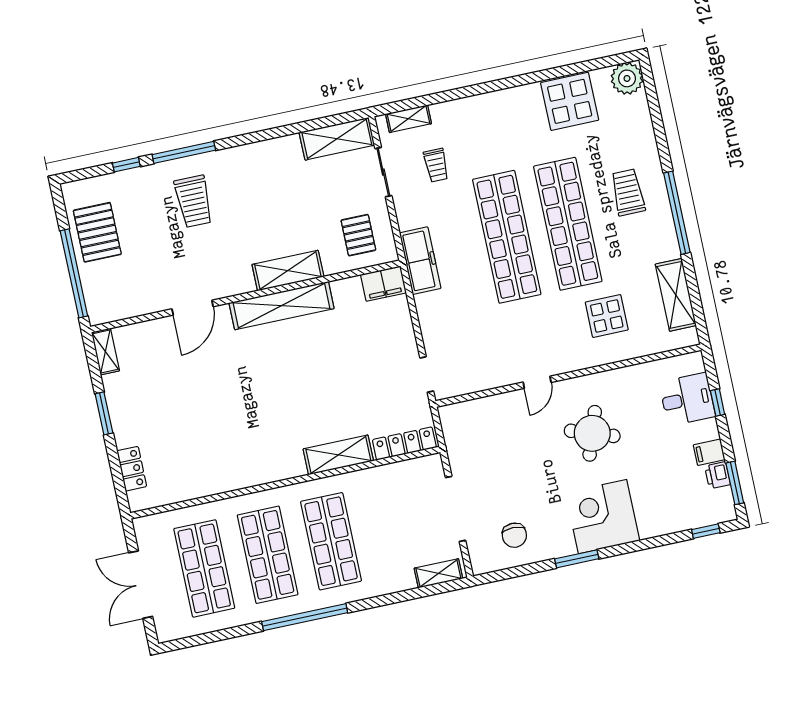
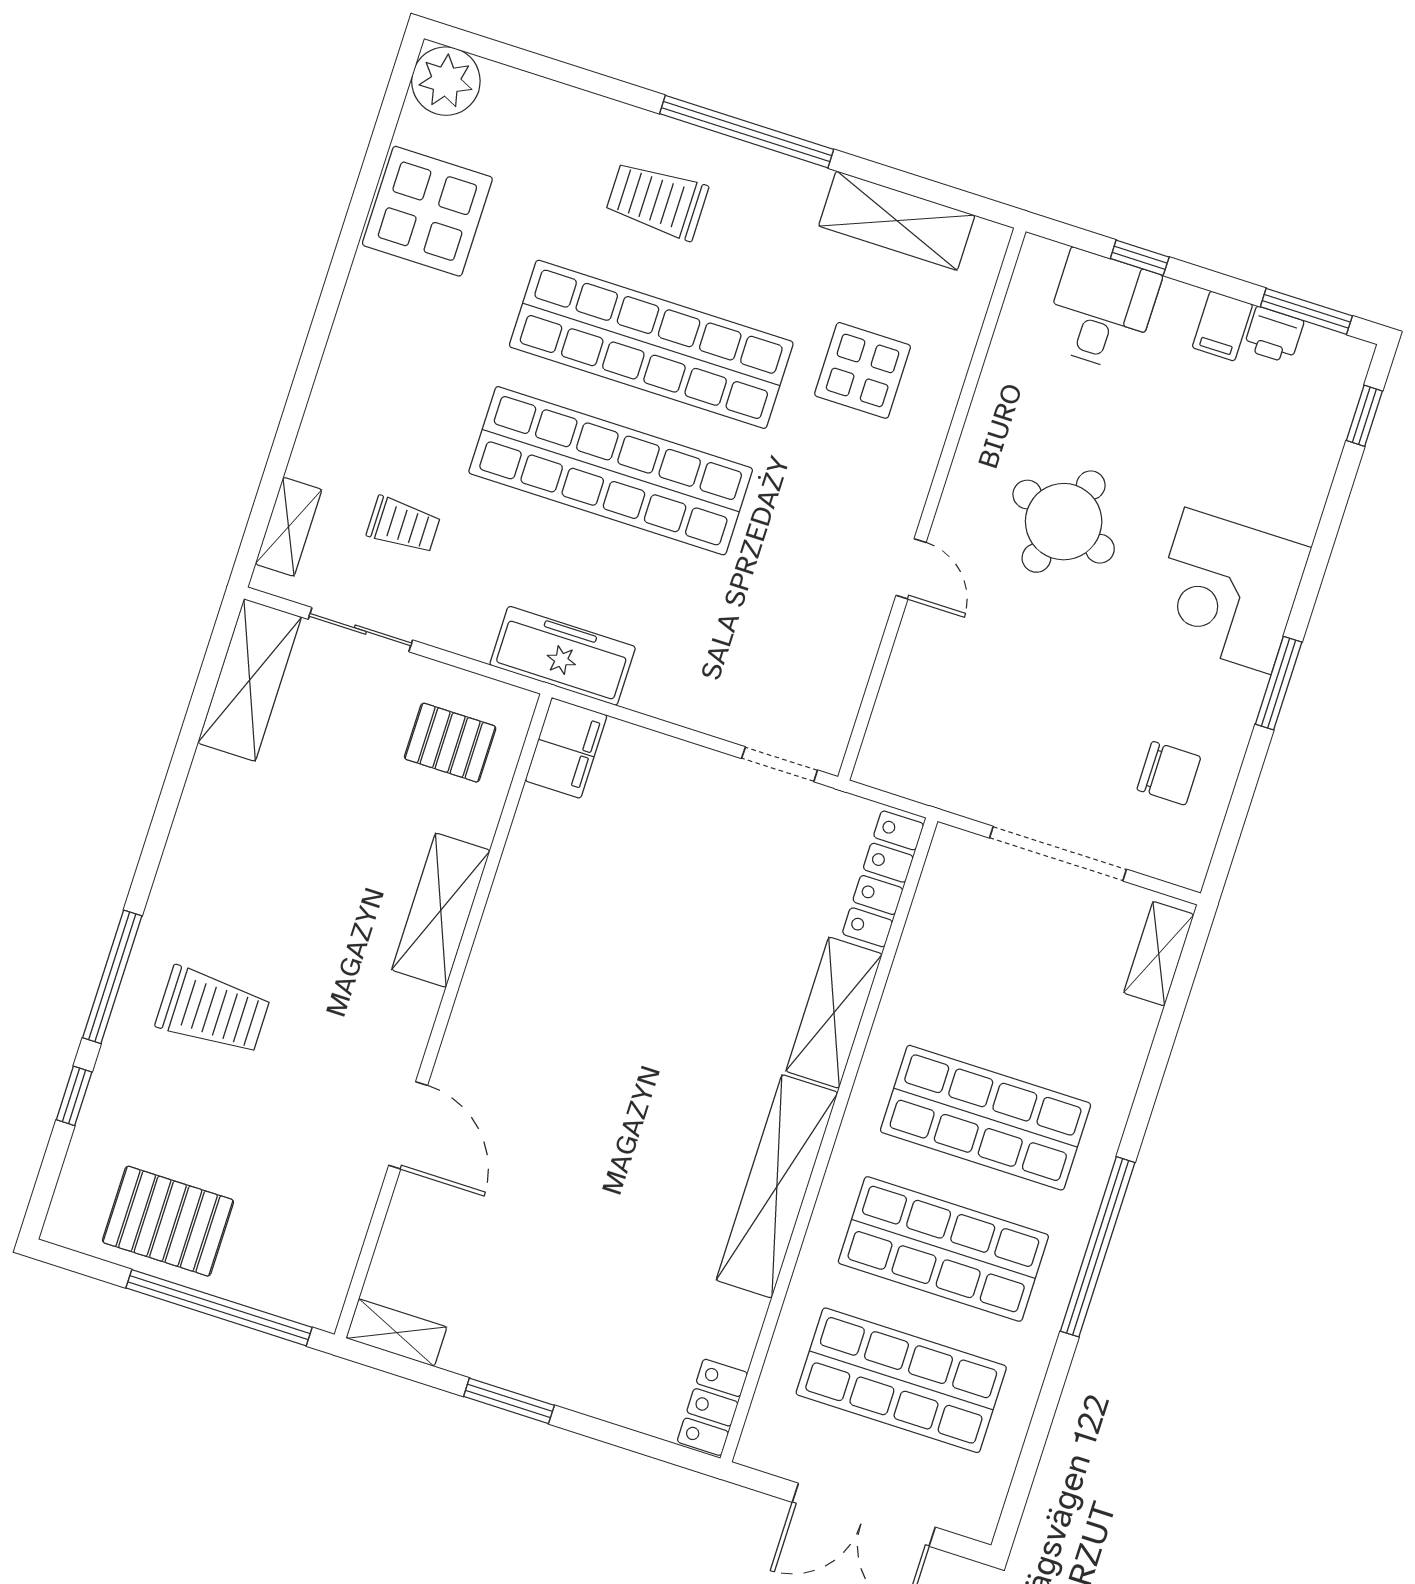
shelving: (281, 306) -> (777, 1186), moved
locker: (132, 469) -> (712, 1407), moved, turned -90

